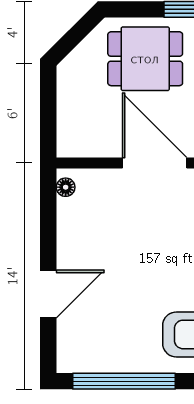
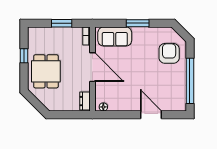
dresser: (79, 146) -> (85, 101), added
door: (155, 163) -> (92, 67), swing flipped

